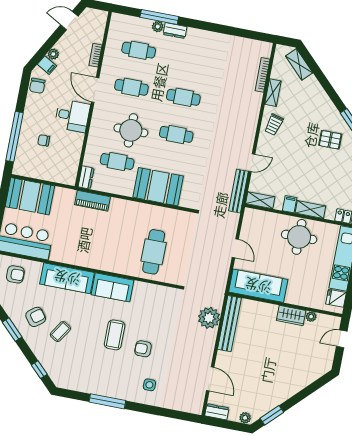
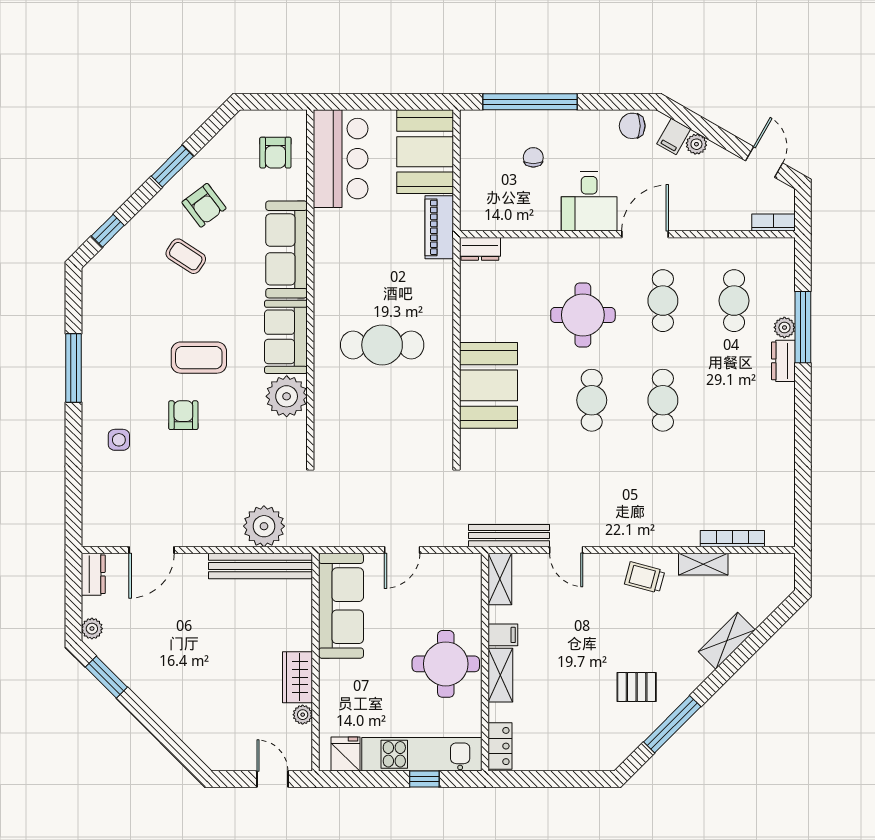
bookcase: (95, 55) -> (773, 223), moved
shelving: (299, 64) -> (727, 641), moved
pallet: (330, 140) -> (637, 687), turned 90
cafe table: (117, 161) -> (521, 301), removed
piano: (92, 201) -> (439, 227), moved
cafe table: (154, 252) -> (382, 345), moved
plant: (144, 293) -> (287, 396), added

